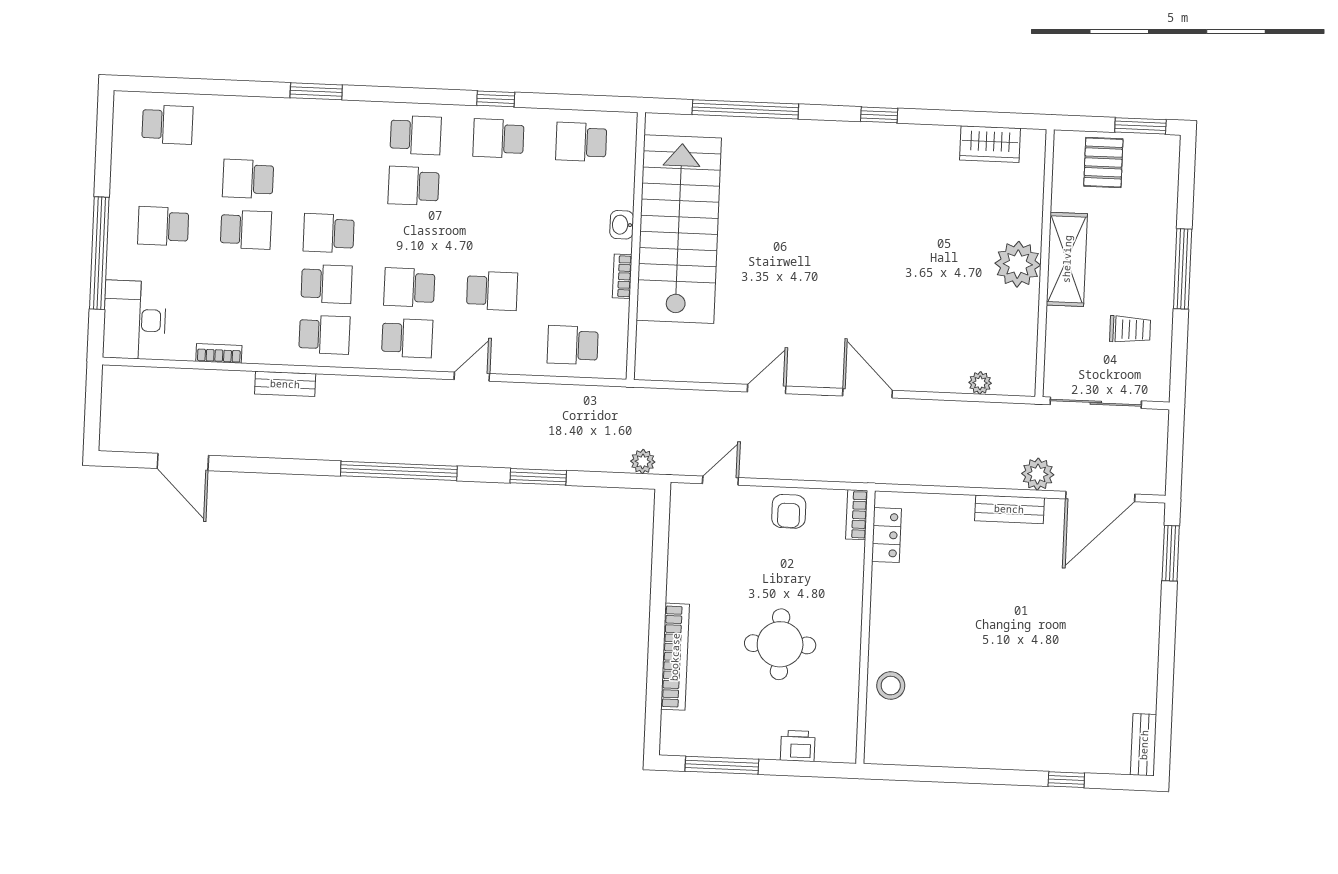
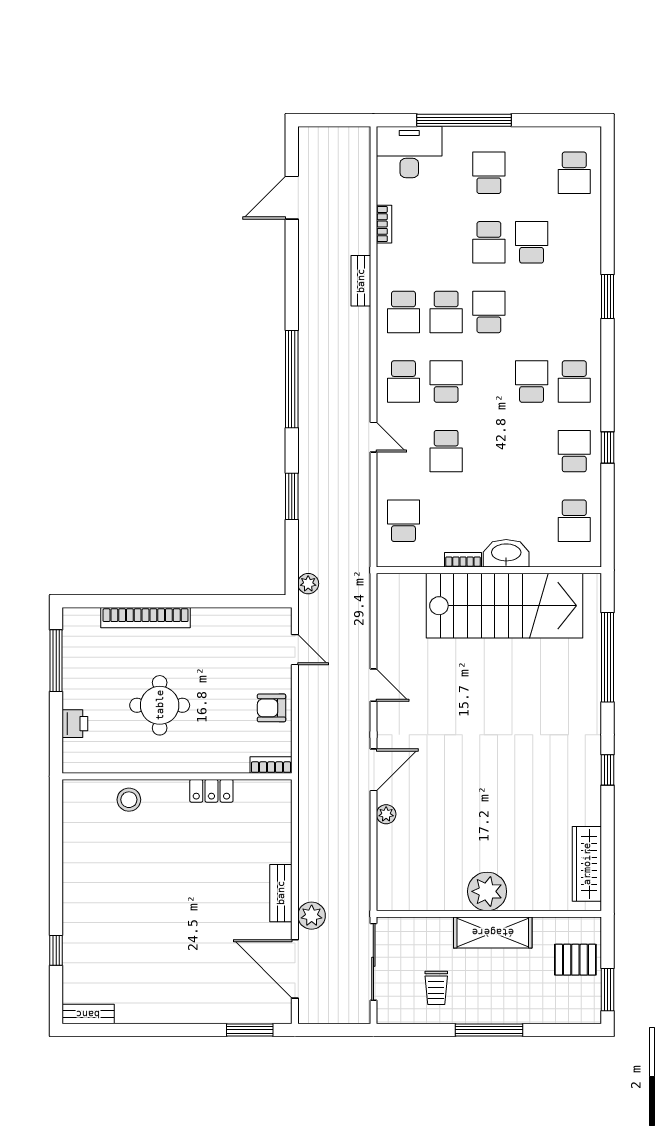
school desk: (581, 142) -> (574, 521), turned 180
wardrobe: (990, 144) -> (587, 864), width x1.50
washbasin: (622, 225) -> (506, 553), width x1.91, depth x1.45
plant: (980, 383) -> (386, 814), moved
locker: (887, 535) -> (211, 791), moved

